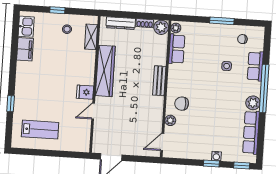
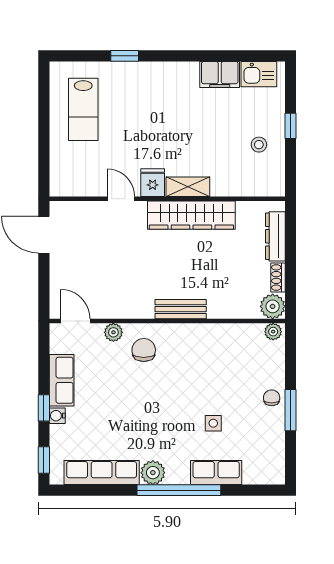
shelving: (91, 37) -> (188, 187), moved
chair: (242, 39) -> (272, 398), moved
row of seats: (177, 49) -> (62, 380), moved, turned -90

